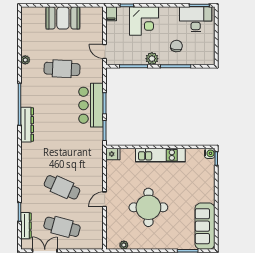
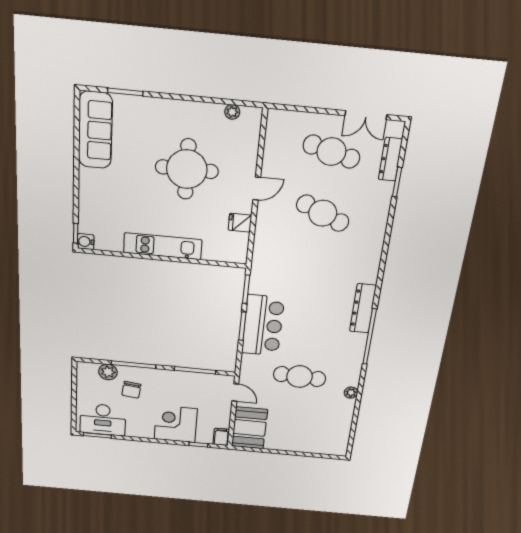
booth: (63, 18) -> (249, 428), moved, turned 90
plant: (152, 59) -> (108, 372), moved
fridge: (113, 154) -> (240, 223), moved

